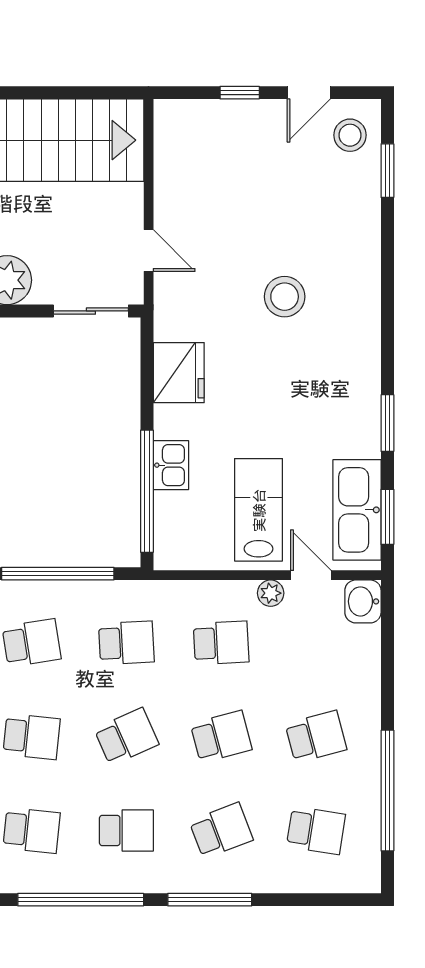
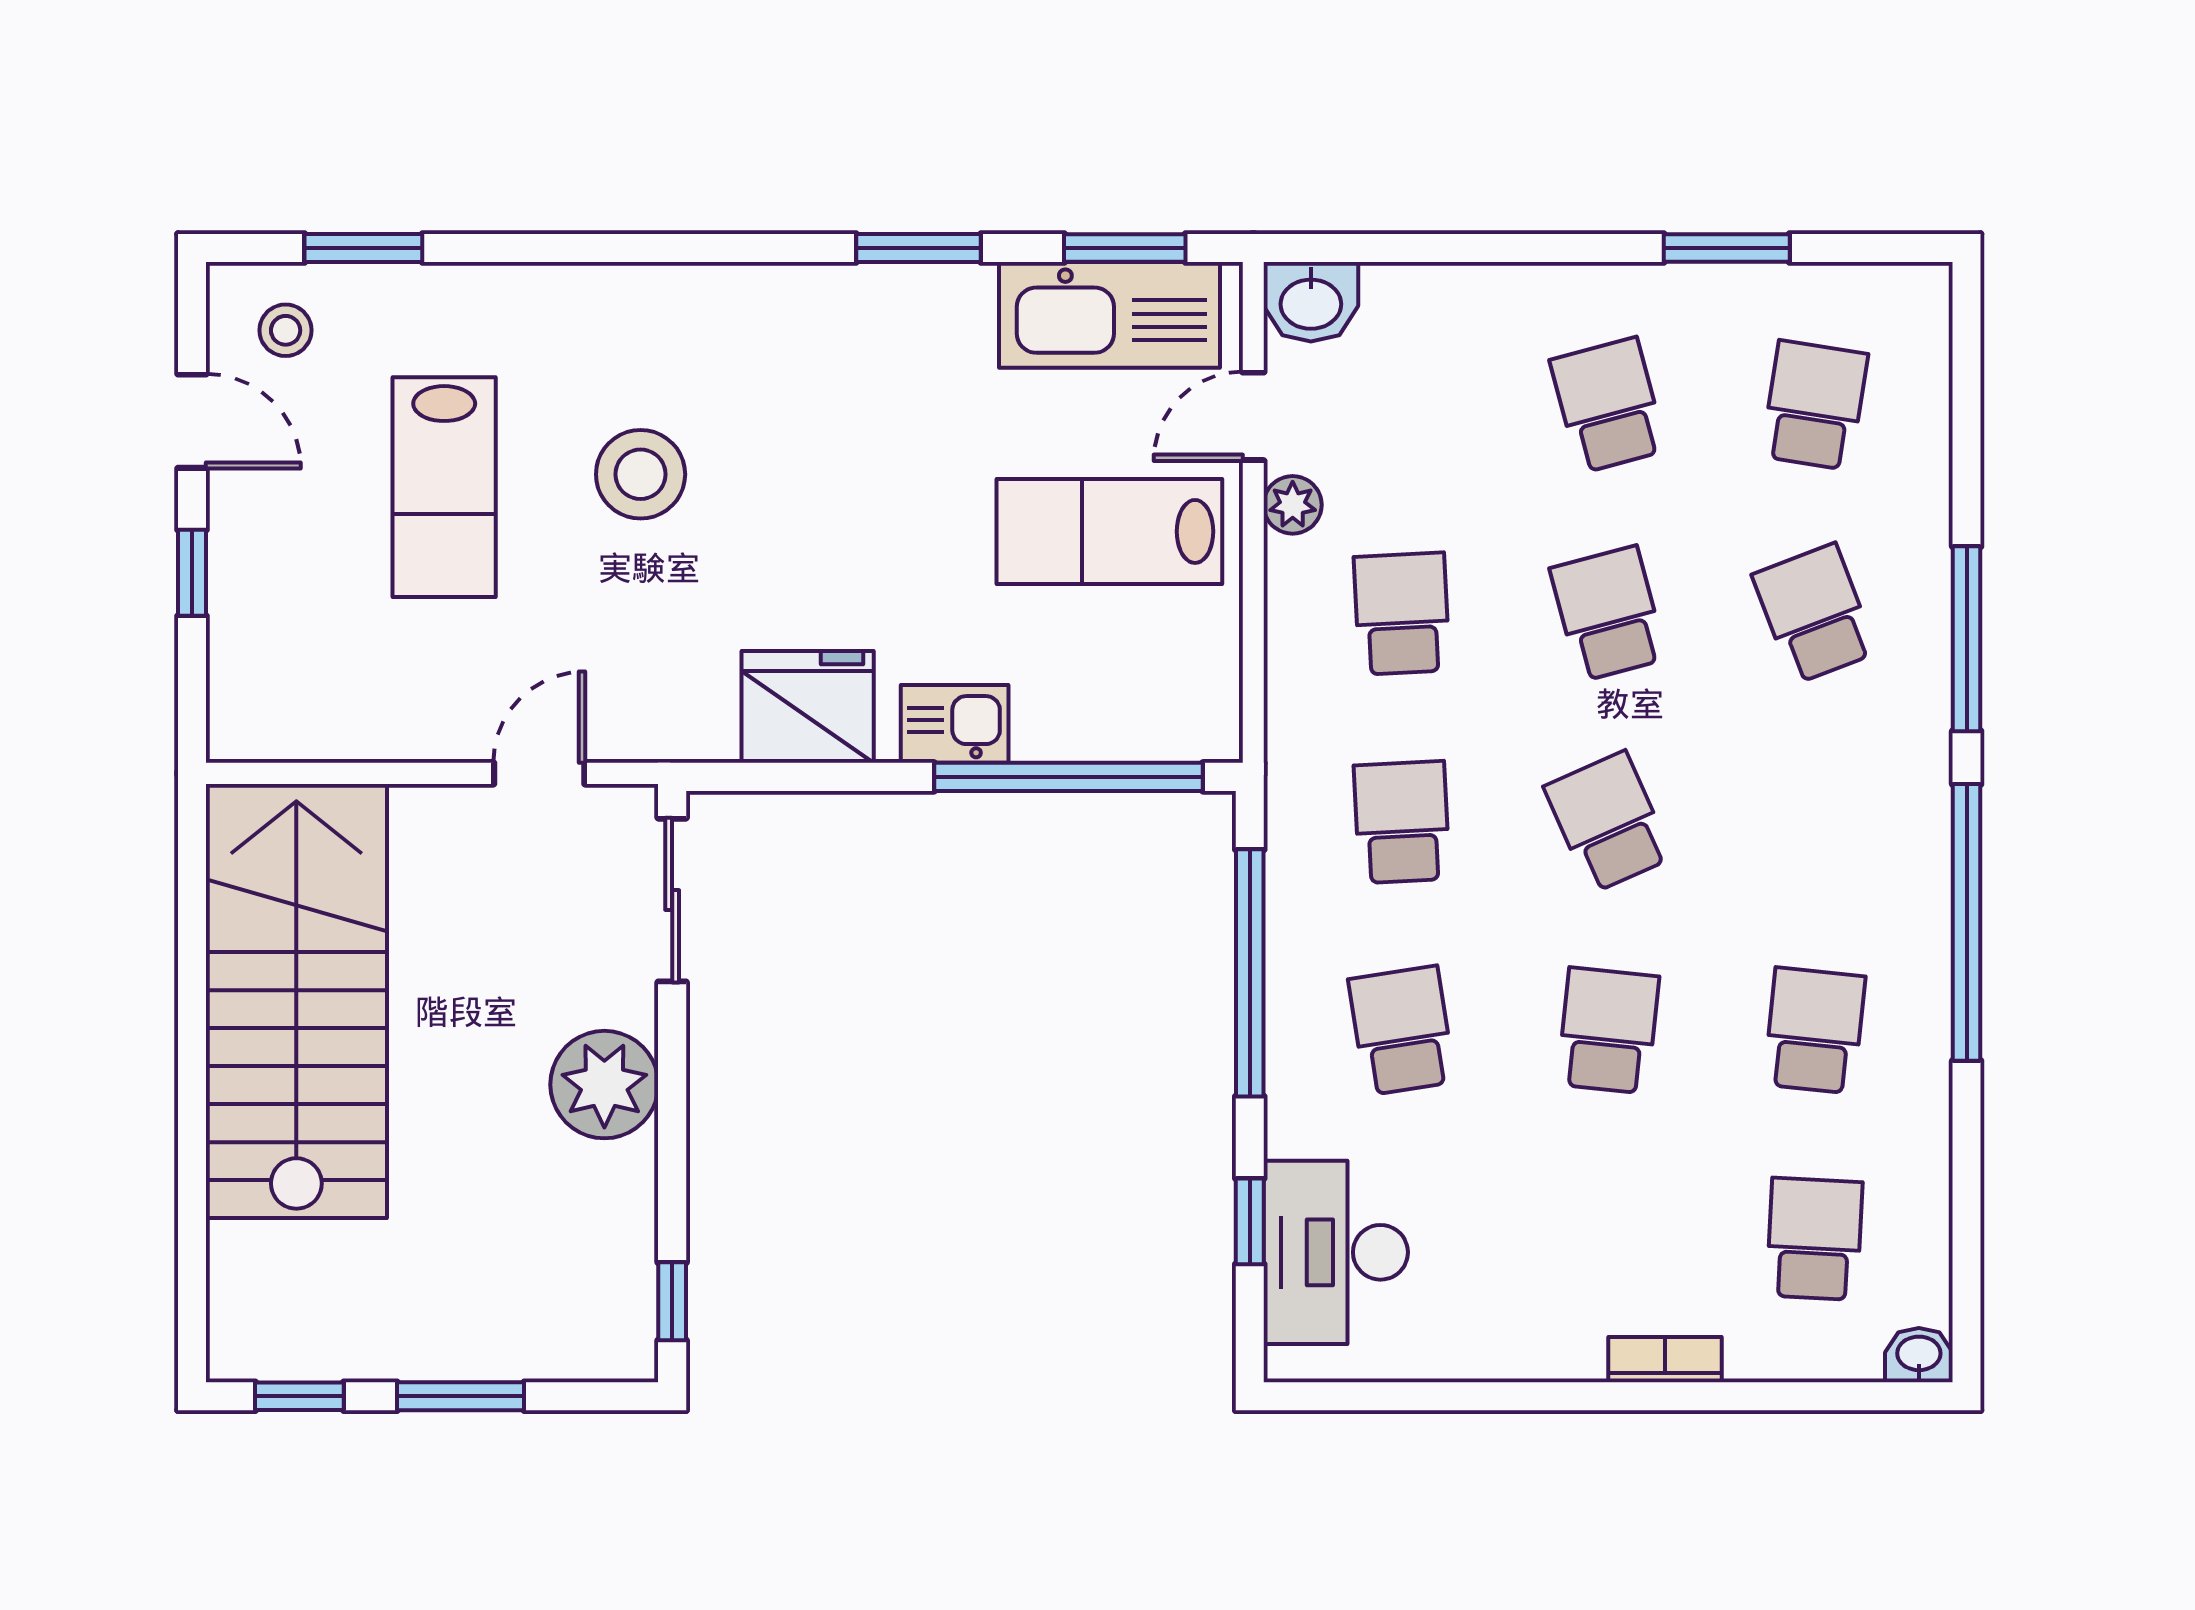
stool: (350, 135) -> (286, 330), width x0.73, depth x0.73
lab bench: (279, 207) -> (444, 487), added
kitchen sink: (171, 465) -> (955, 724), moved
window: (387, 791) -> (1727, 248), width x0.47
school desk: (126, 830) -> (1814, 822), removed

